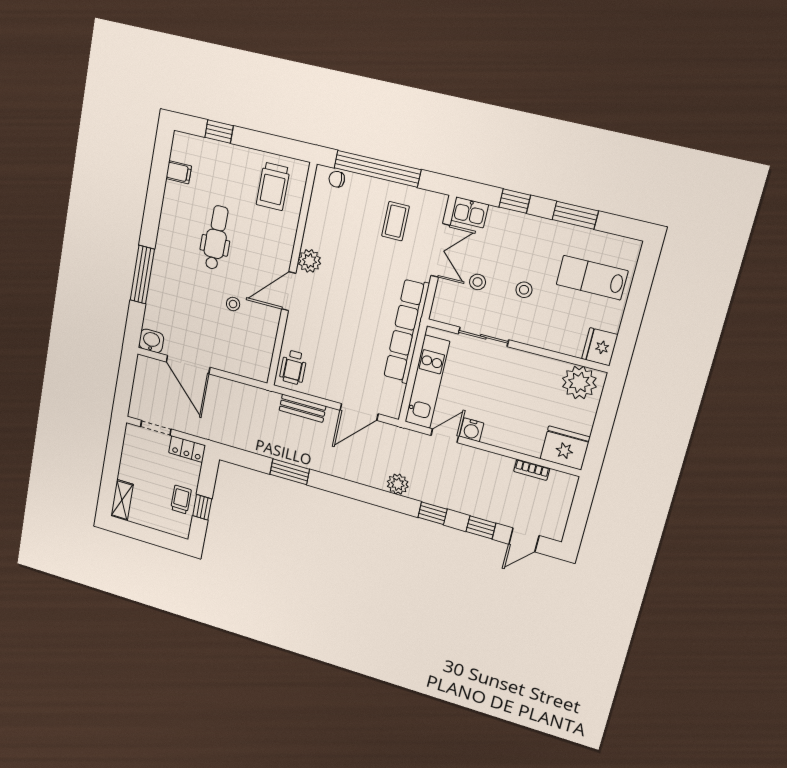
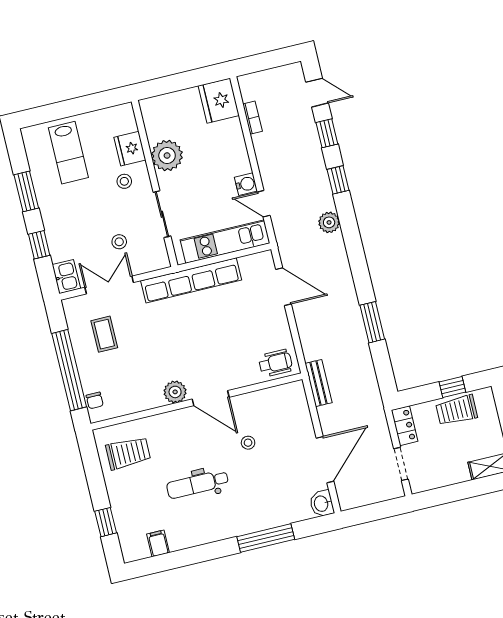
coffee table: (395, 221) -> (104, 334), turned 90
stool: (524, 290) -> (124, 181), moved
fridge: (600, 347) -> (130, 149), moved, turned 90
plant: (579, 383) -> (167, 155), moved
bench: (302, 408) -> (319, 383), moved
trolley: (181, 500) -> (457, 410), width x1.36, depth x1.39

